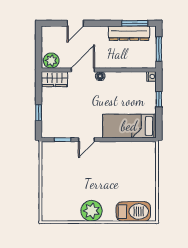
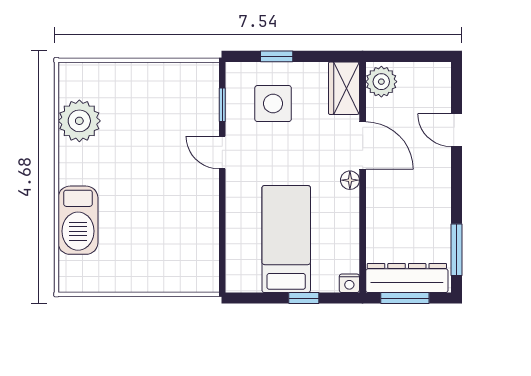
dresser: (129, 33) -> (407, 278), moved, turned 90
side table: (62, 114) -> (273, 104), added
bed: (129, 126) -> (286, 239), moved
plant: (91, 211) -> (79, 121), moved
barbecue: (133, 211) -> (78, 220), moved

